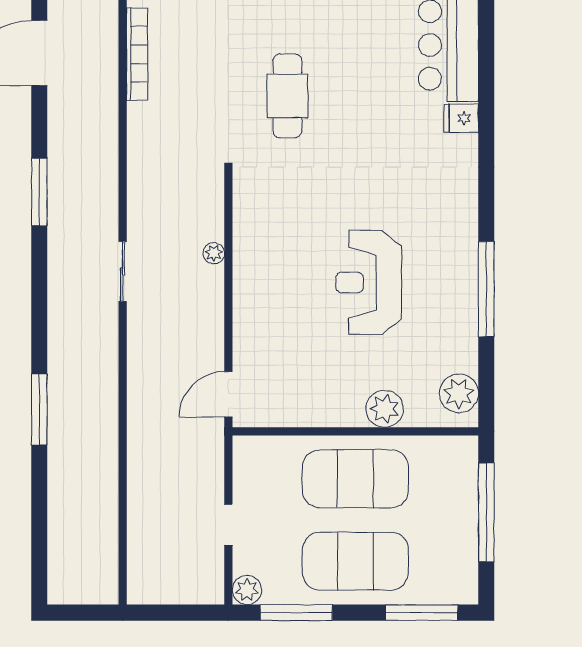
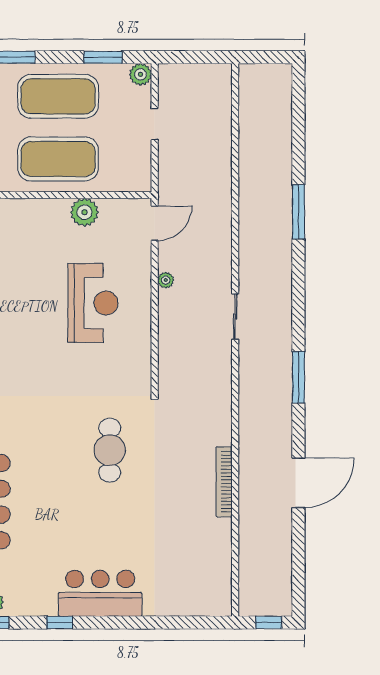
plant: (214, 253) -> (166, 280), moved
reception desk: (369, 283) -> (93, 303), moved
plant: (385, 409) -> (84, 212), moved
window: (296, 613) -> (103, 57), width x0.69

